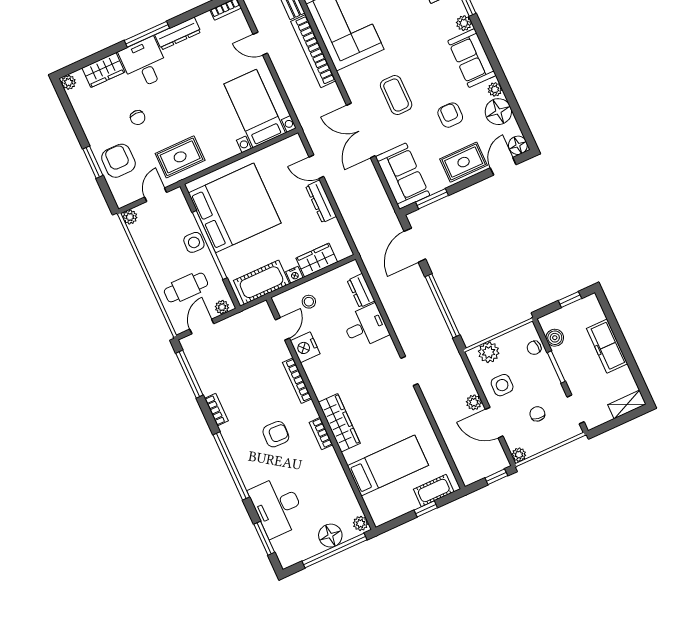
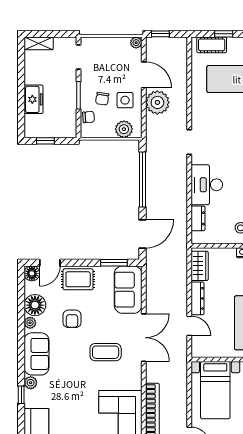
coffee table: (396, 95) -> (106, 352), turned 90
wardrobe: (317, 260) -> (200, 266), moved, turned -90
desk: (366, 326) -> (207, 185), width x1.37
boiler: (555, 338) -> (70, 118), removed
freezer: (607, 346) -> (34, 99), width x0.71
plant: (474, 402) -> (157, 102), width x1.87, depth x1.87
chair: (537, 414) -> (102, 99), moved

